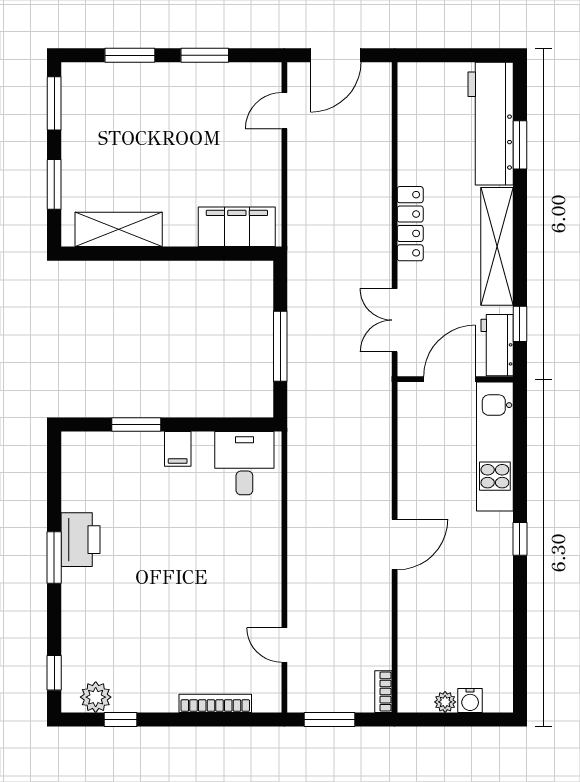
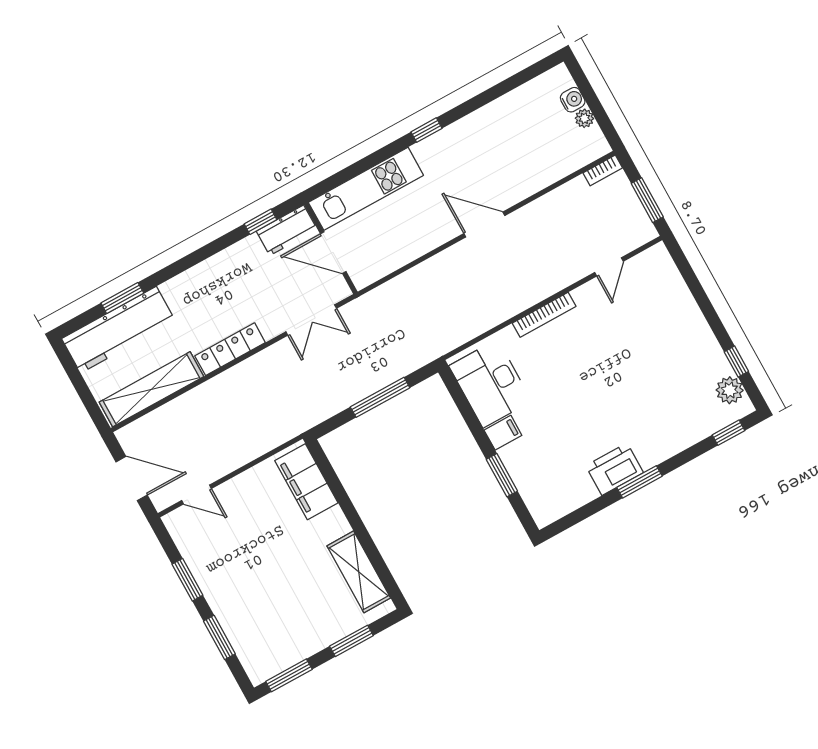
shelving: (497, 246) -> (151, 389), moved
desk: (244, 463) -> (490, 384), width x1.37
bookcase: (215, 703) -> (544, 315), moved, turned -90

